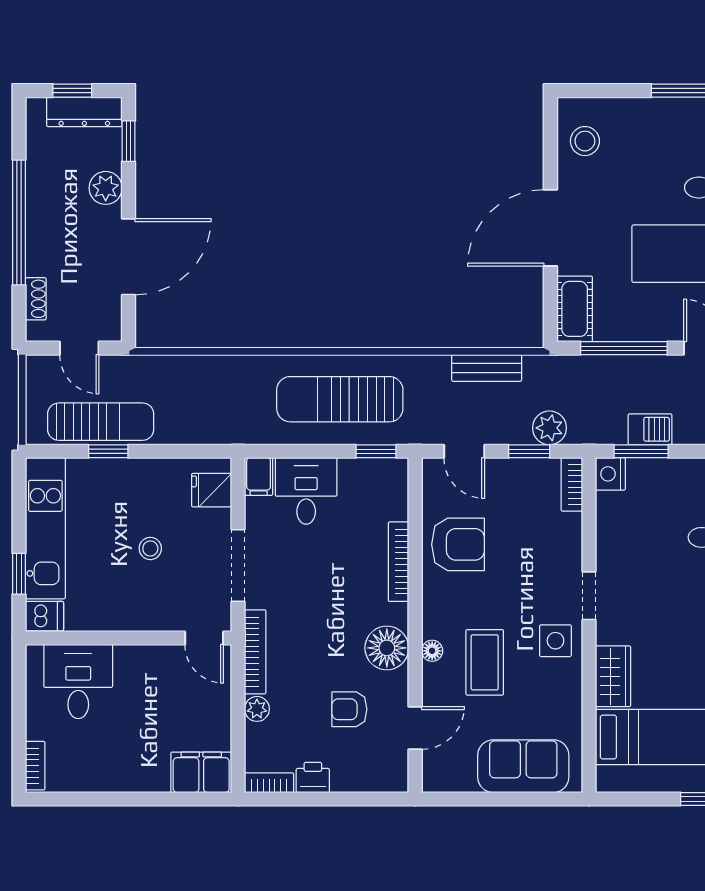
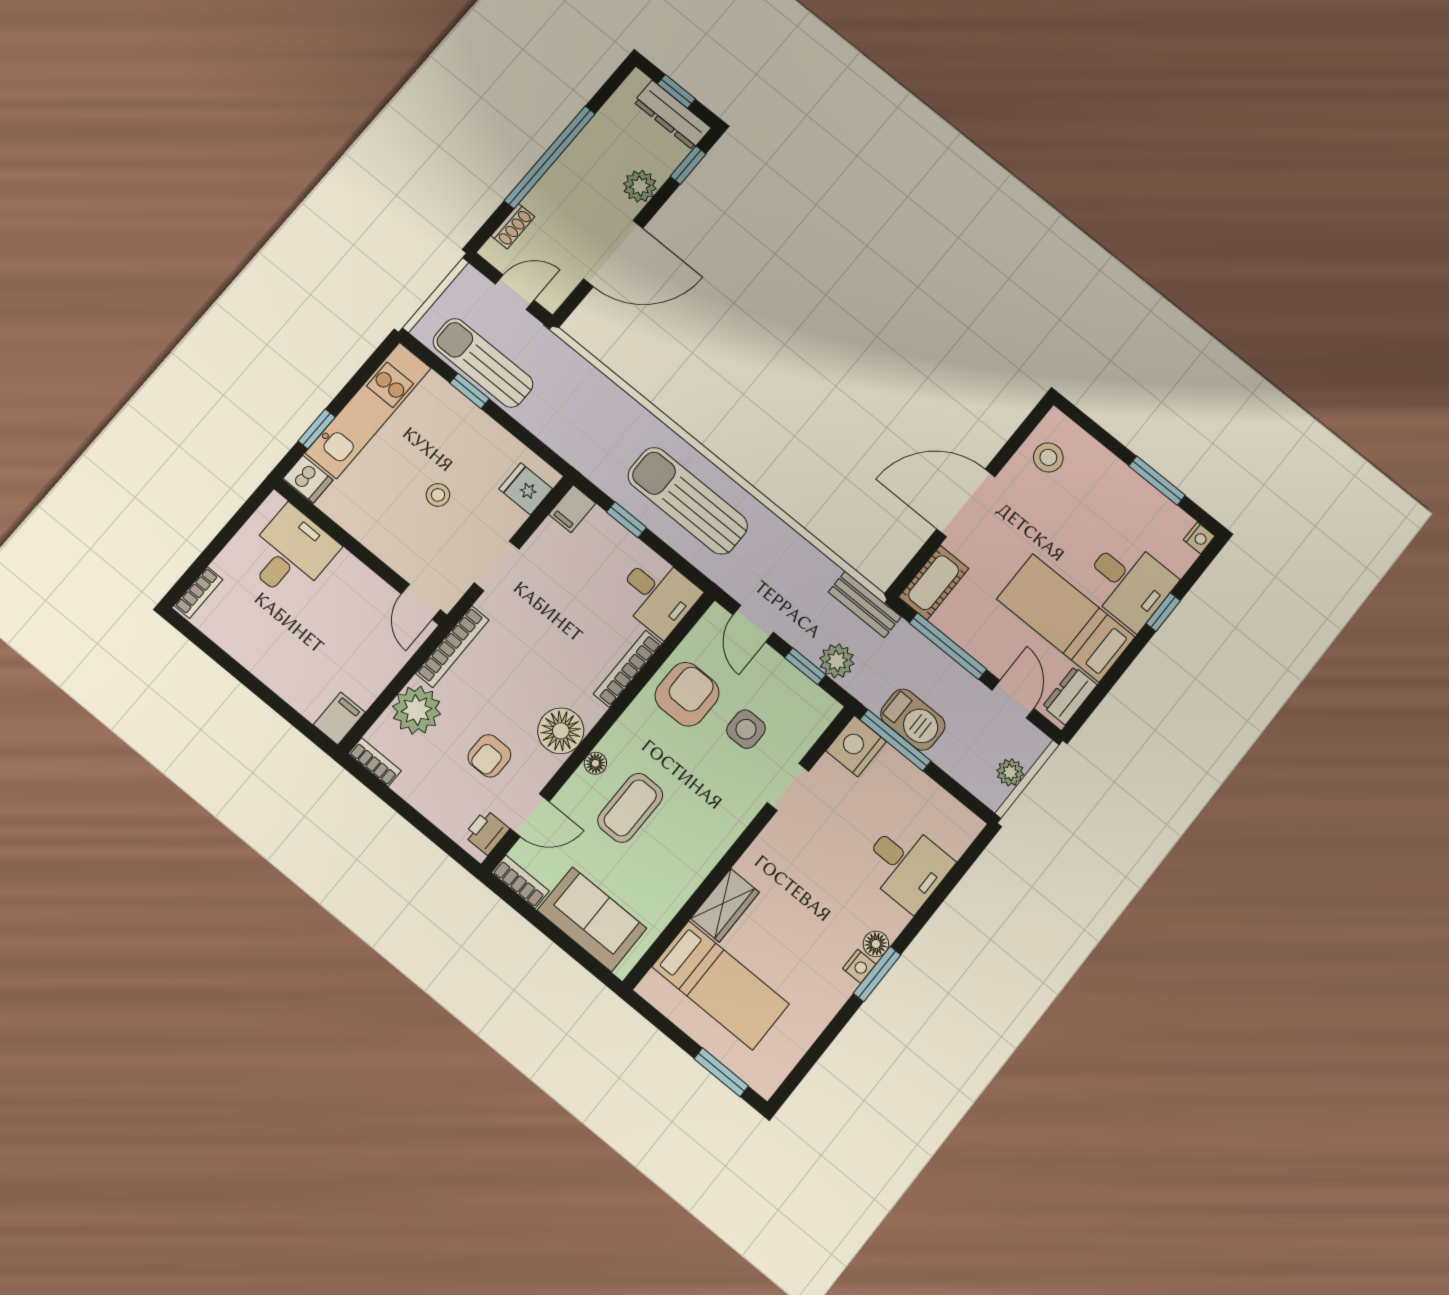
door: (79, 348) -> (515, 292), swing flipped
bench: (487, 368) -> (865, 604), moved
sun lounger: (101, 422) -> (483, 363), turned 180
barbecue: (650, 429) -> (913, 720), width x1.38, depth x1.27
window: (376, 451) -> (626, 520), moved
window: (641, 451) -> (895, 740), width x1.44
nightstand: (610, 474) -> (856, 746), width x1.36, depth x1.33
bookcase: (572, 484) -> (520, 882), moved, turned 90
desk: (306, 491) -> (658, 595), moved, turned 90
armchair: (458, 544) -> (687, 694), turned -90
doorway: (238, 565) -> (497, 566), width x0.73
doorway: (589, 596) -> (788, 787), moved
side table: (555, 641) -> (746, 729), moved
plant: (257, 709) -> (416, 710), width x1.88, depth x1.88
armchair: (349, 709) -> (489, 756), turned -90
filing cabinet: (201, 772) -> (339, 718), width x0.50
printer: (313, 777) -> (487, 832), moved, turned -90

